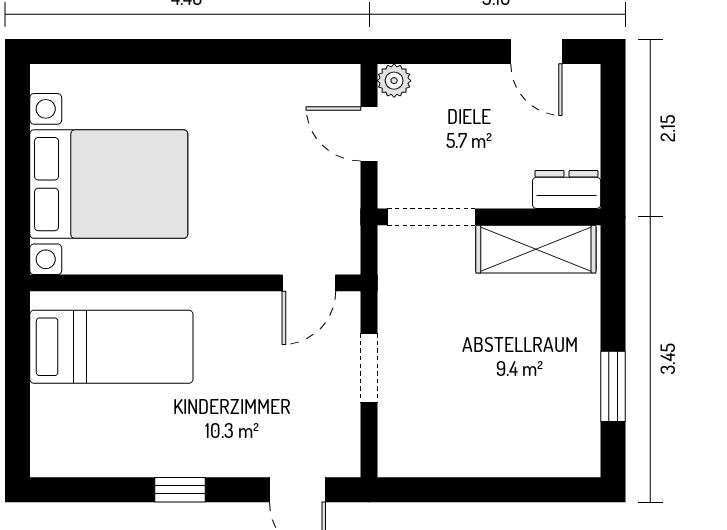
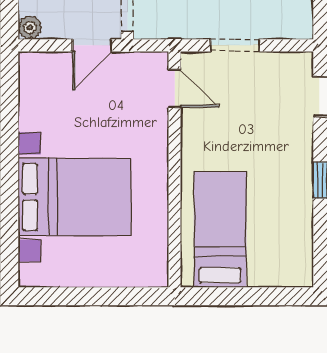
door: (369, 134) -> (92, 45), moved
bed with nightstands: (109, 184) -> (74, 197), moved, turned 90

